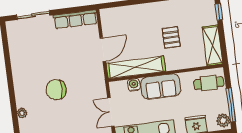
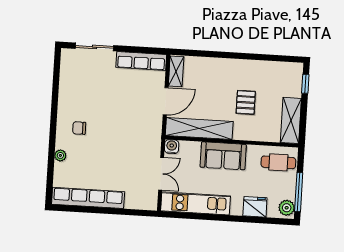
shelving: (107, 23) -> (176, 71), added
water cooler: (134, 85) -> (172, 147), moved
chair: (56, 90) -> (79, 128), moved, width x0.54, depth x0.54
double door: (111, 112) -> (161, 174), swing flipped

